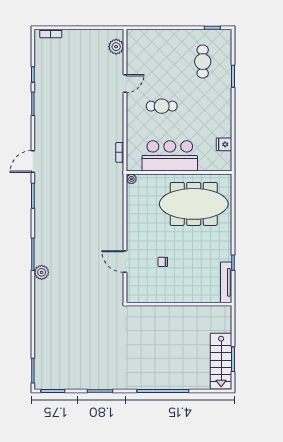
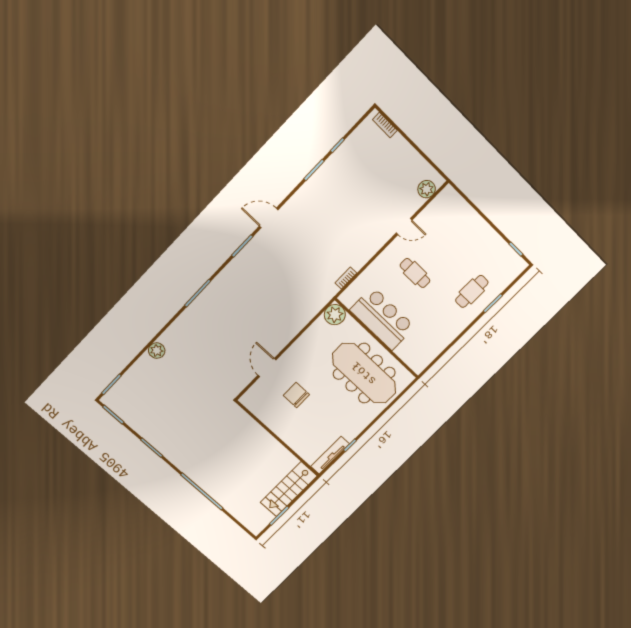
cafe table: (203, 62) -> (472, 291), moved
fridge: (224, 144) -> (433, 350), removed
plant: (131, 179) -> (335, 315), width x1.87, depth x1.87
chair: (163, 262) -> (296, 395), width x1.87, depth x1.87
plant: (42, 272) -> (157, 351), moved
stairs: (221, 361) -> (289, 489), moved

